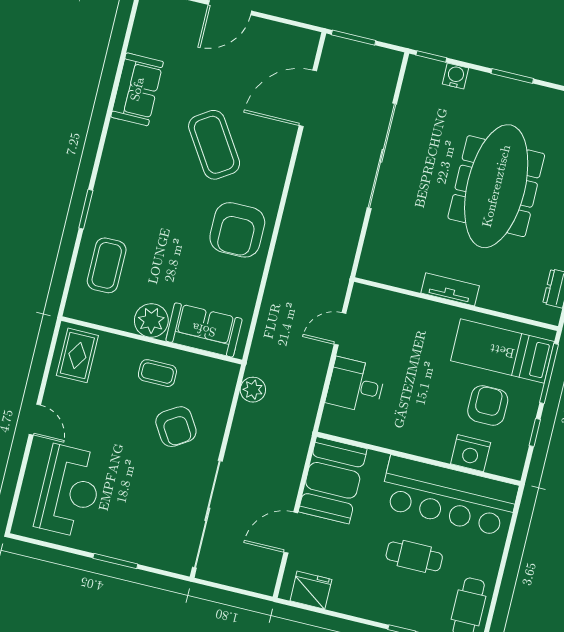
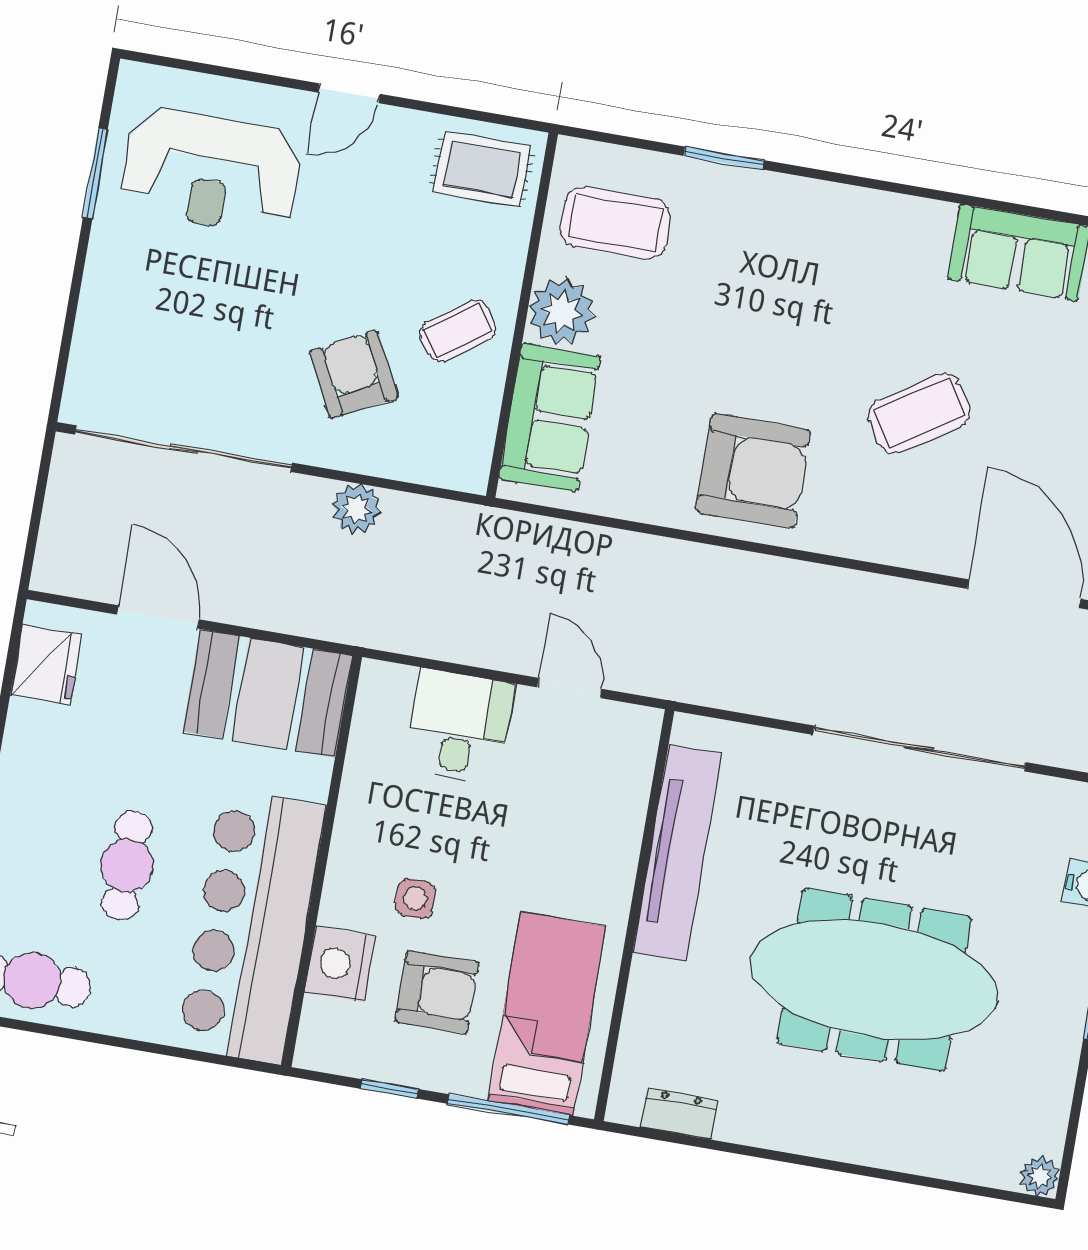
coffee table: (214, 145) -> (919, 413), width x0.73, depth x0.76
window: (86, 209) -> (724, 158), moved
armchair: (237, 230) -> (753, 471), turned 180
coffee table: (107, 265) -> (615, 223), moved
tv unit: (450, 289) -> (677, 853), width x1.92, depth x1.29
coffee table: (157, 373) -> (458, 331), turned 55
plant: (253, 390) -> (356, 509), moved
side table: (440, 413) -> (415, 899), added
armchair: (176, 427) -> (354, 375), turned 95
window: (115, 561) -> (95, 173), moved

